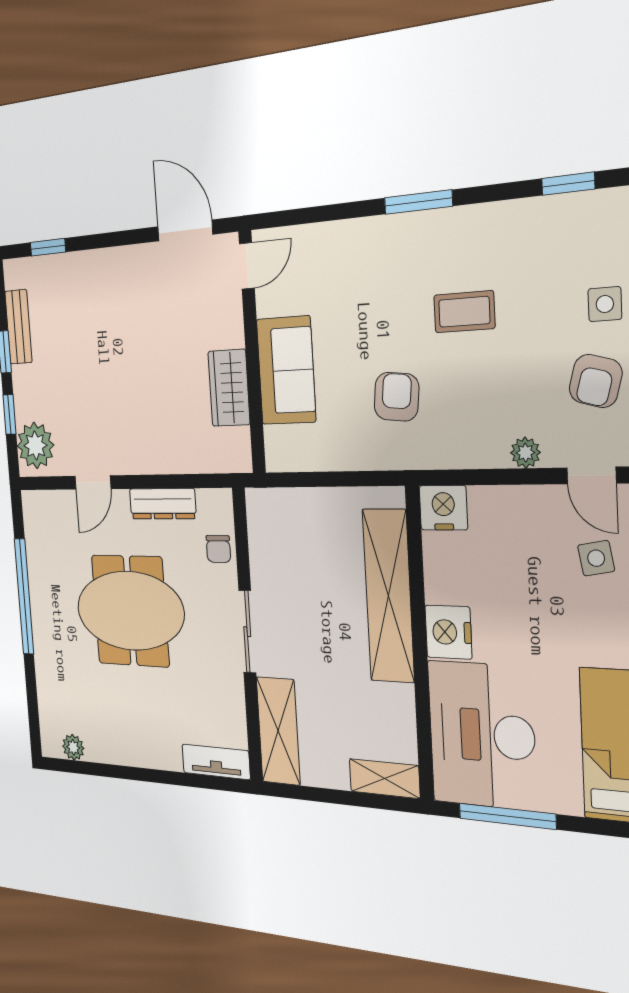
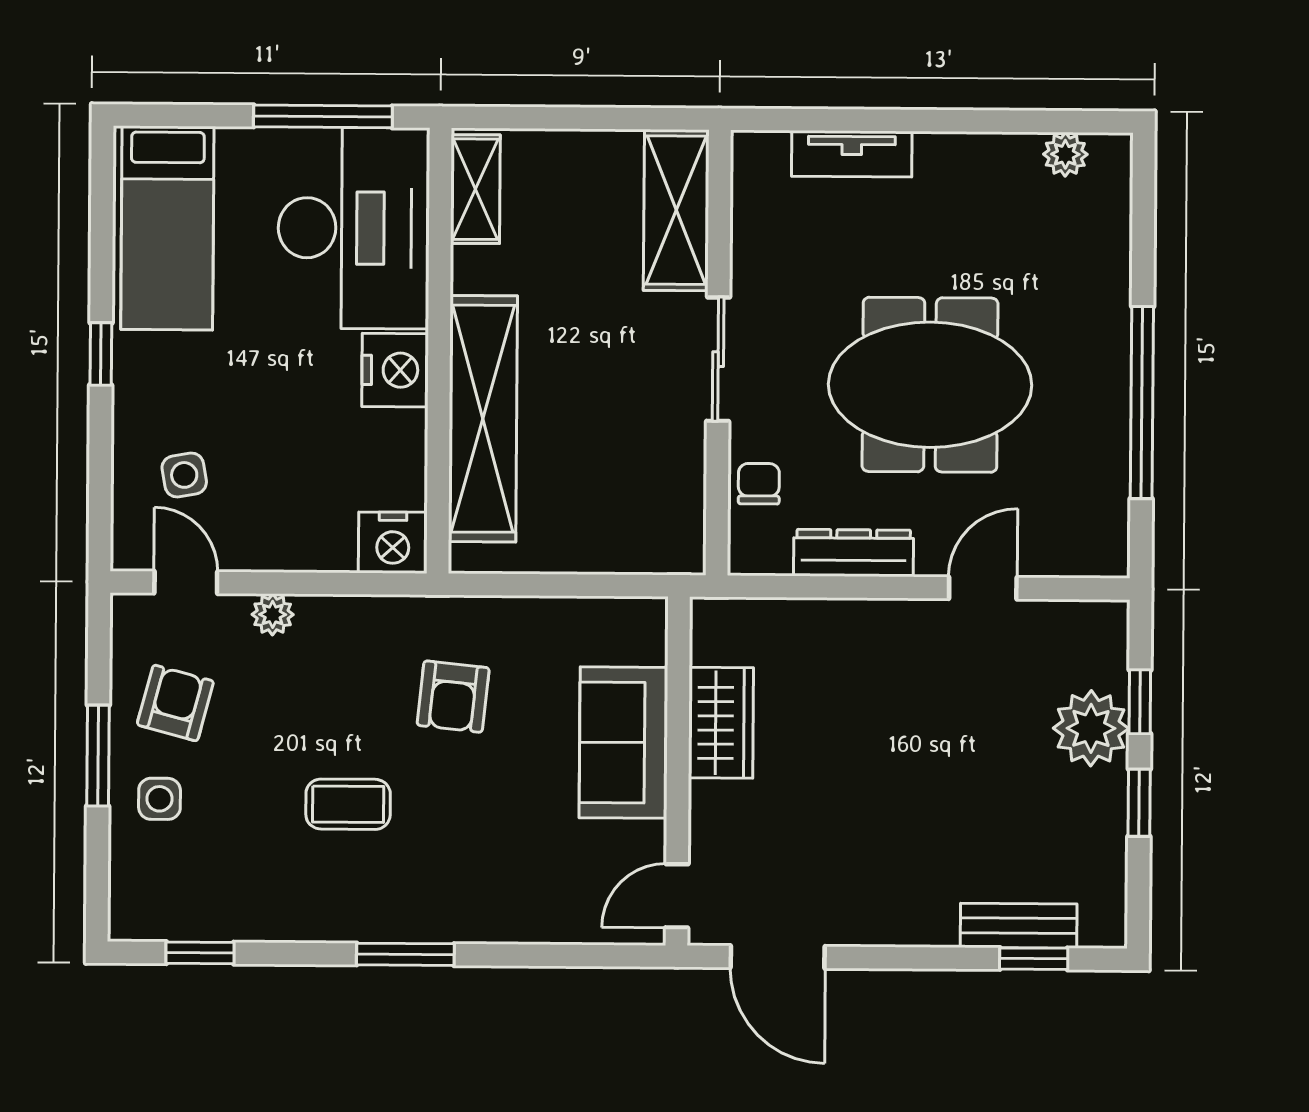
bench: (18, 327) -> (1019, 926), moved, turned 90
plant: (35, 445) -> (1091, 728), moved
tv unit: (216, 762) -> (852, 154), moved
shelving: (384, 779) -> (475, 189), moved, turned 90

